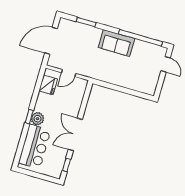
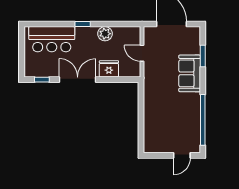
sofa: (117, 43) -> (190, 73), moved
fridge: (48, 85) -> (109, 69), moved, turned 180
plant: (38, 119) -> (105, 34), moved

